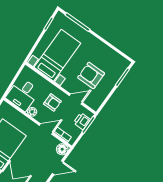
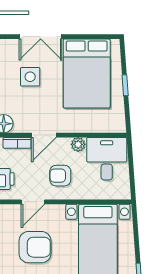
side table: (32, 163) -> (30, 77), added

